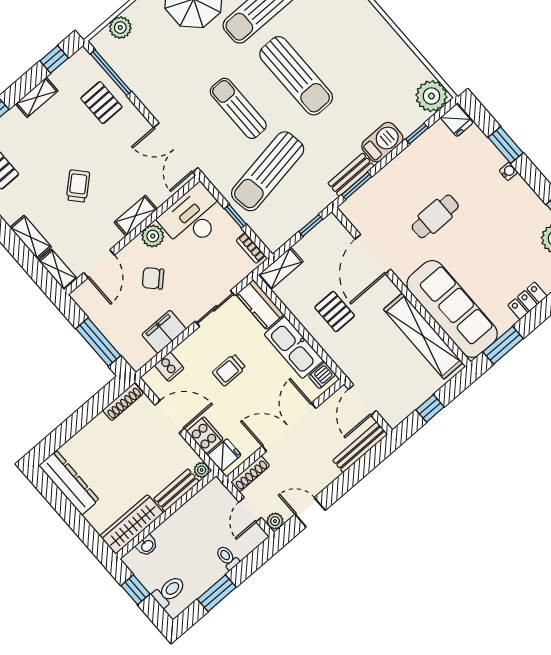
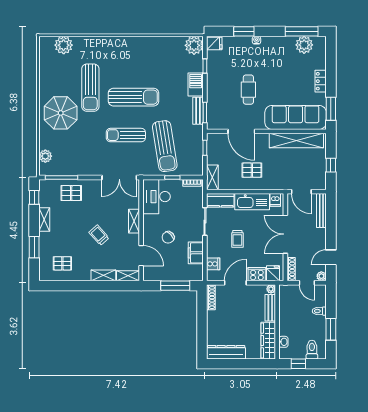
plant: (153, 236) -> (149, 221), removed

